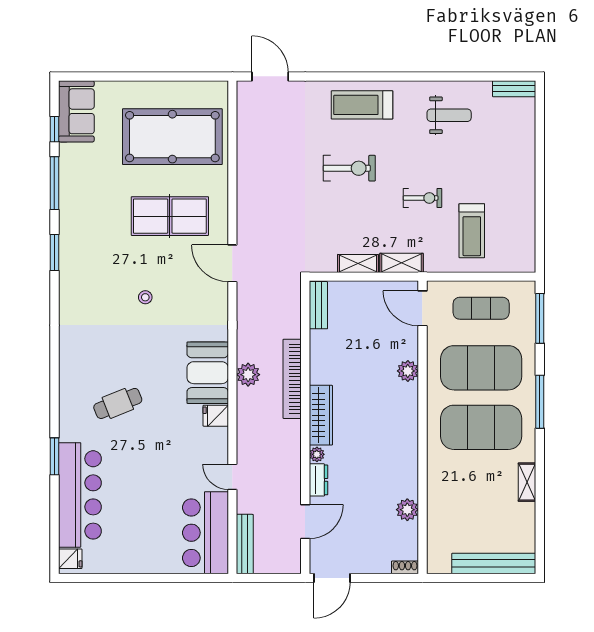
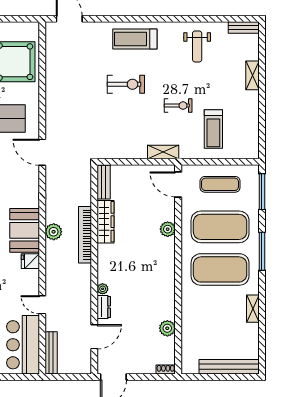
weight bench: (449, 115) -> (197, 46), turned 90
shelving: (358, 263) -> (253, 75), moved, turned 90
wardrobe: (321, 415) -> (105, 222), moved

